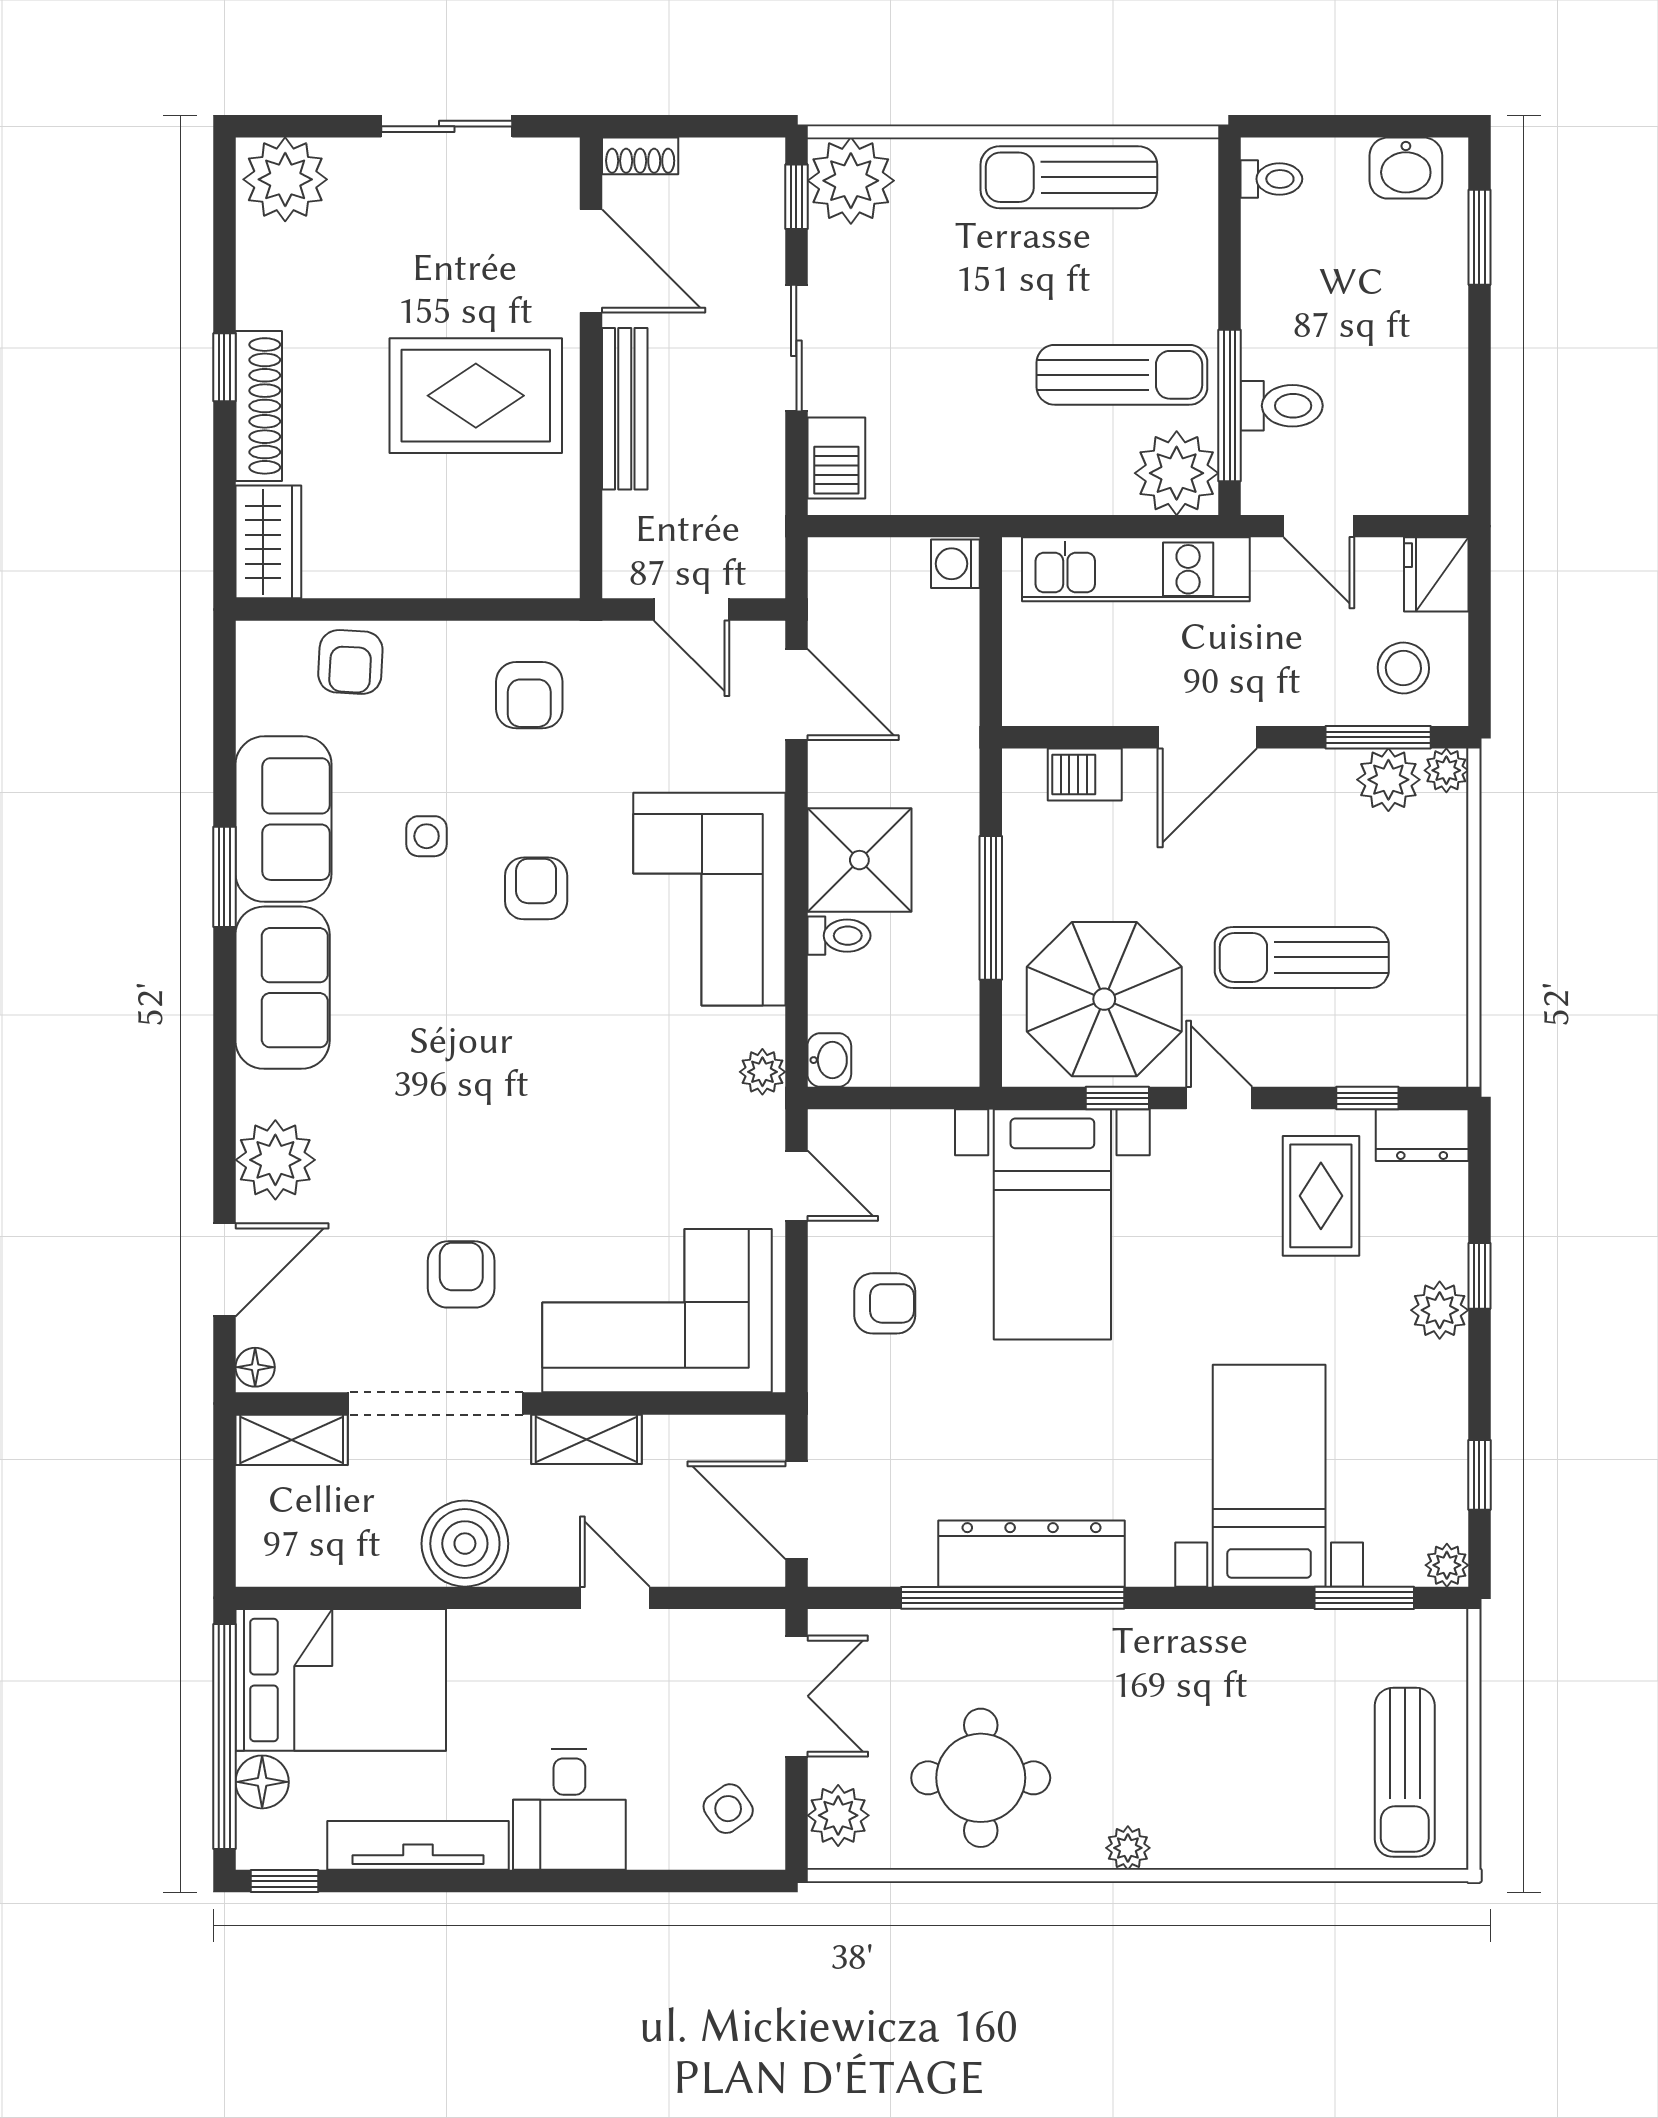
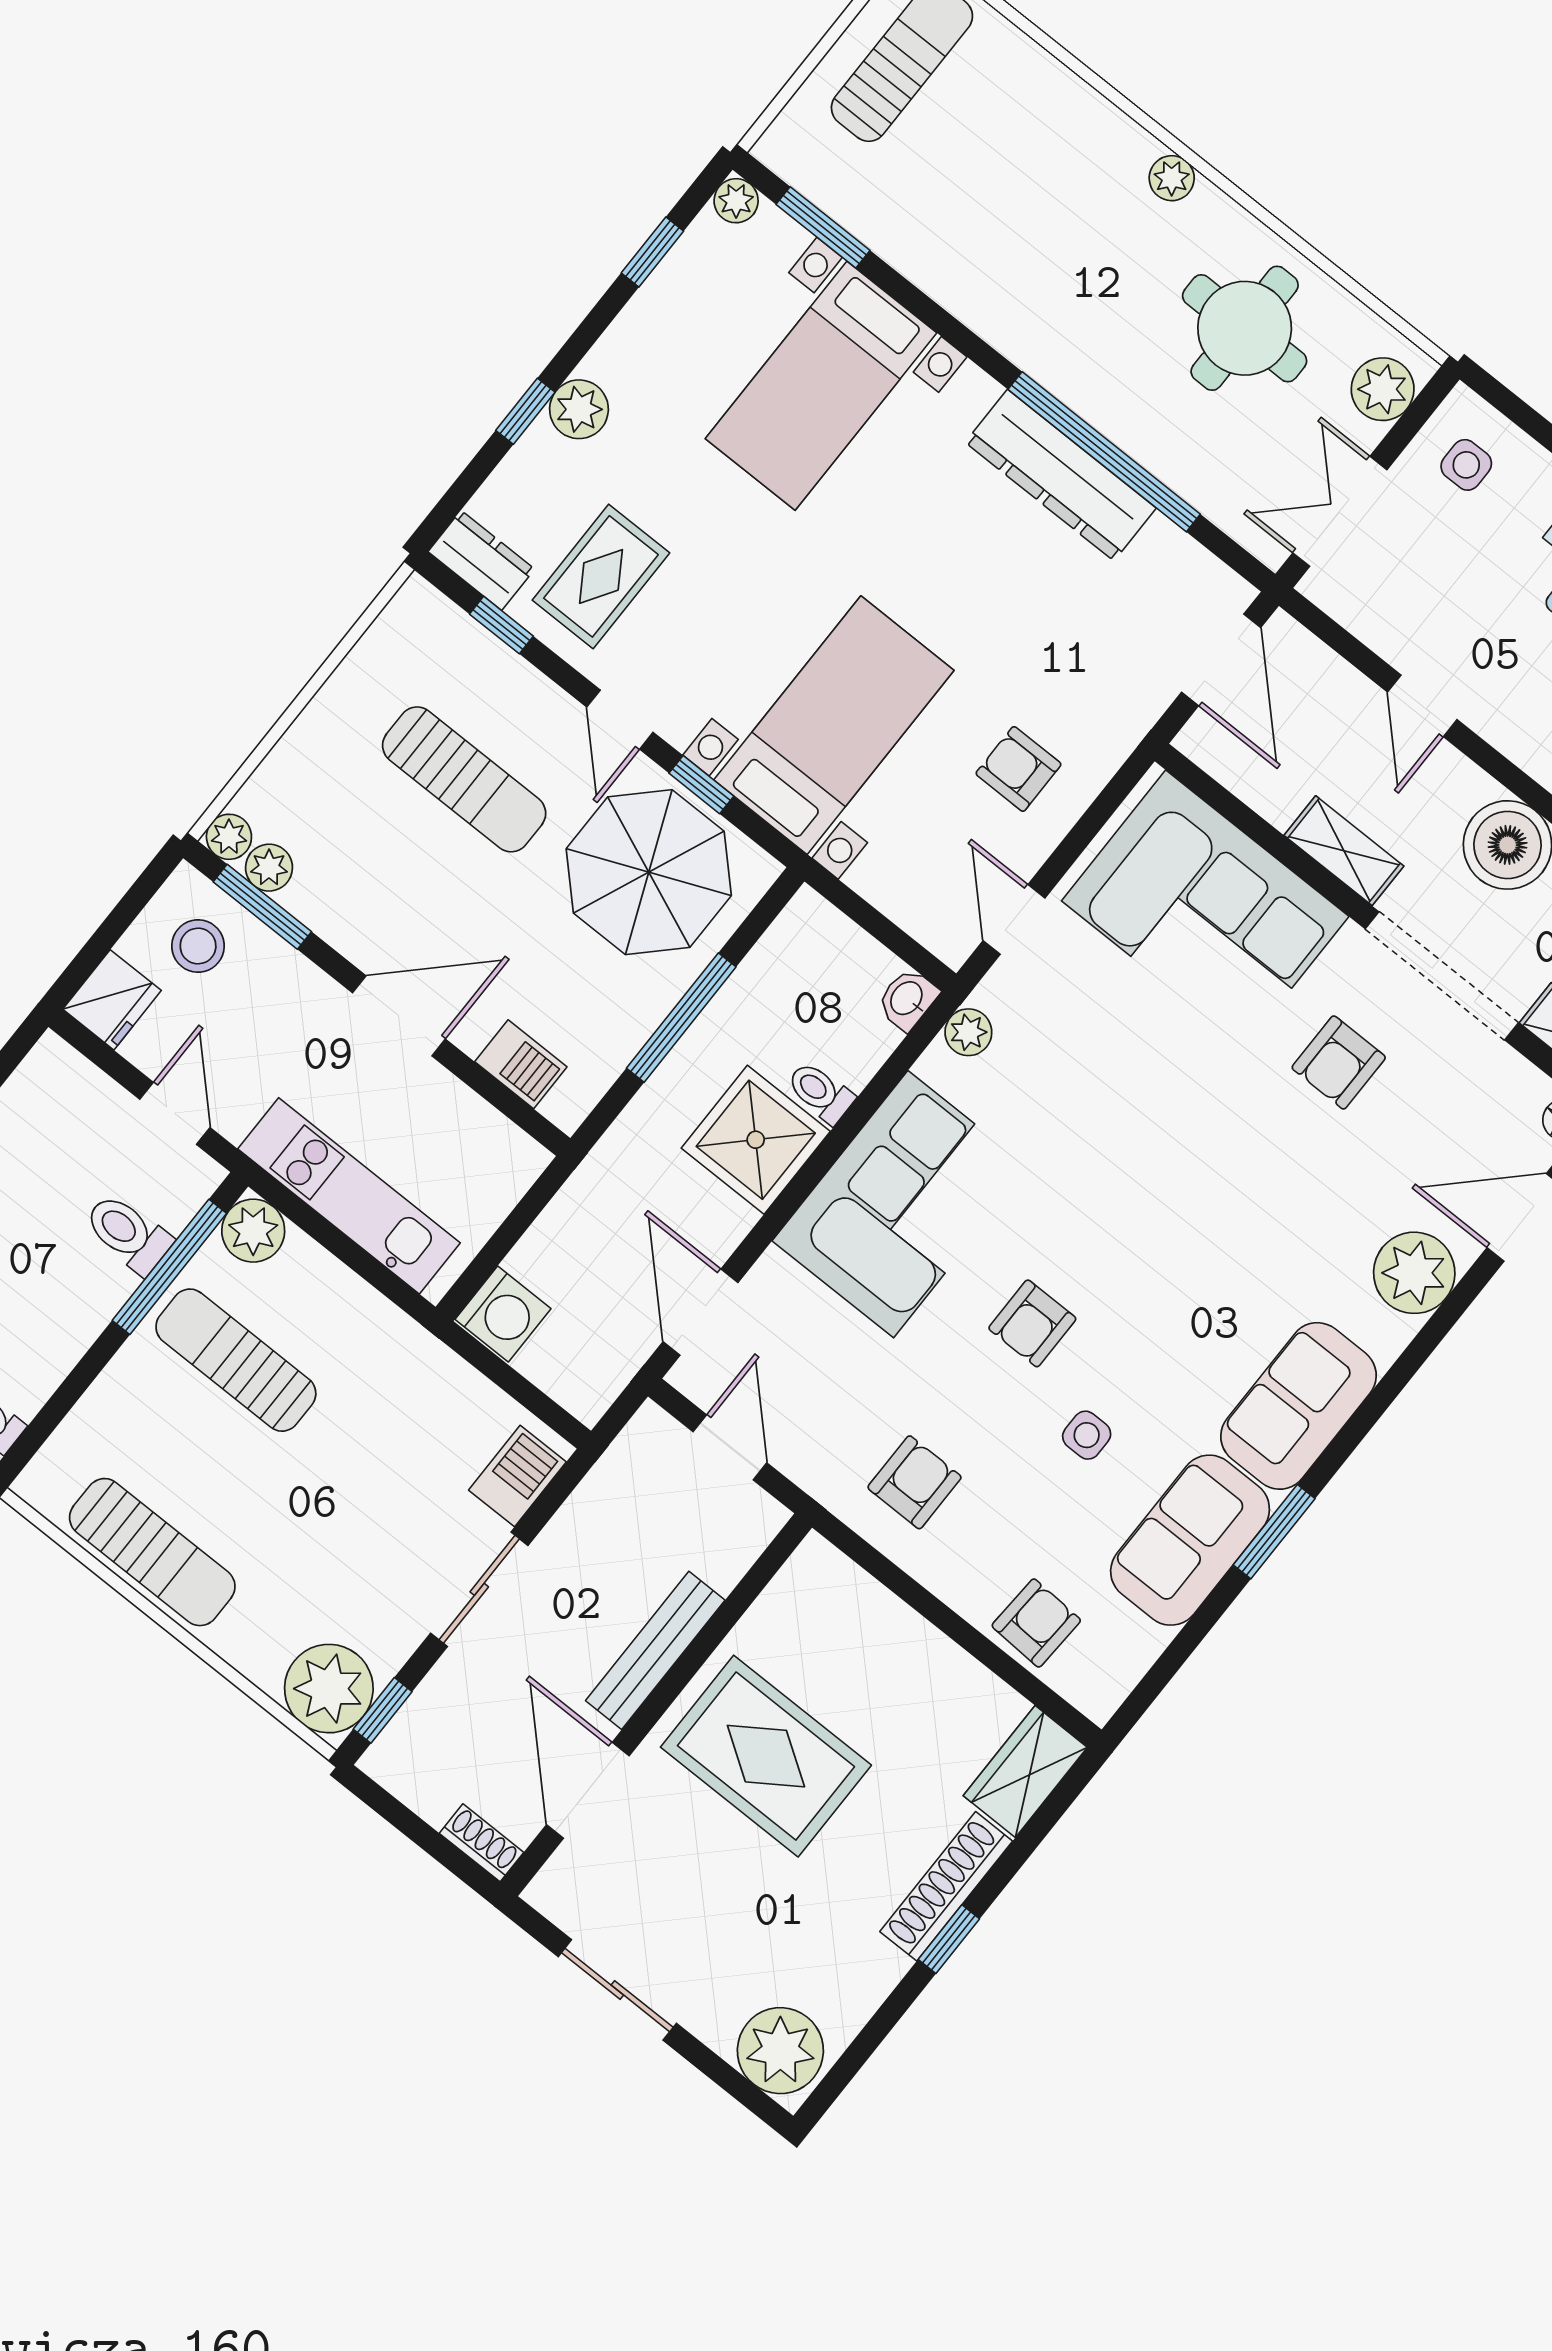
plant: (1177, 473) -> (253, 1231), width x0.73, depth x0.73
washing machine: (955, 564) -> (503, 1314), width x1.38, depth x1.38
plant: (1388, 780) -> (269, 868), width x0.73, depth x0.73
side table: (728, 1809) -> (1466, 465), turned 35

